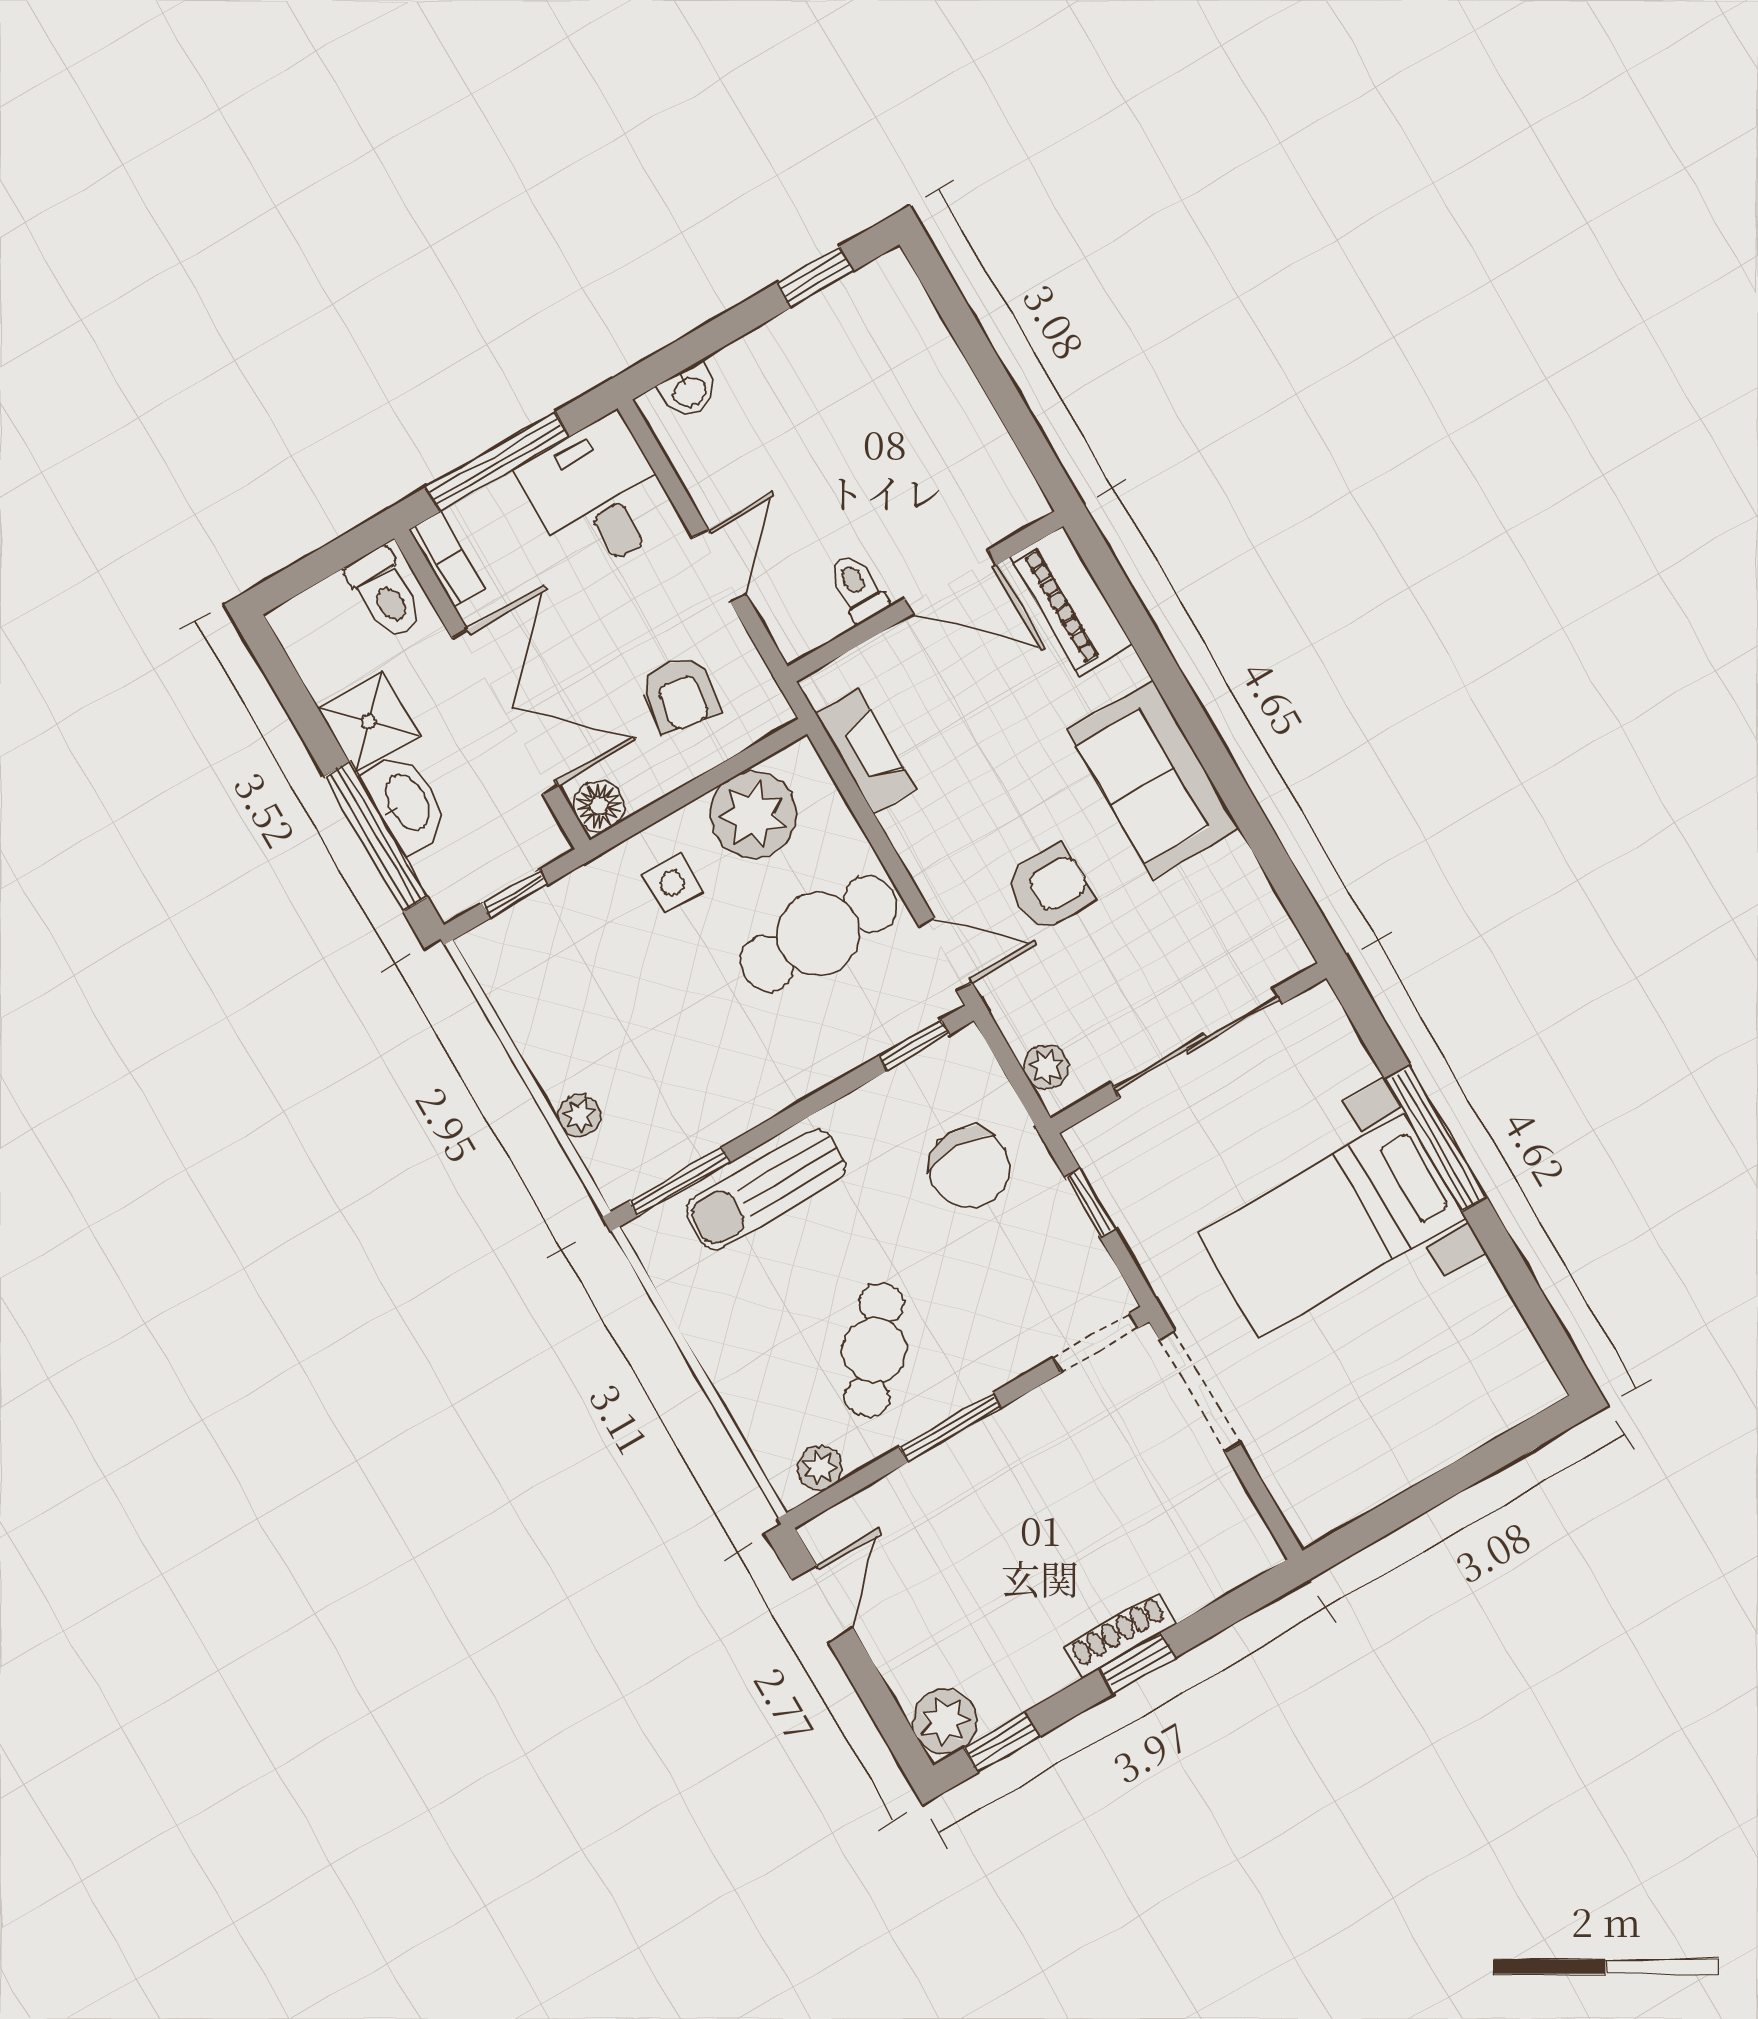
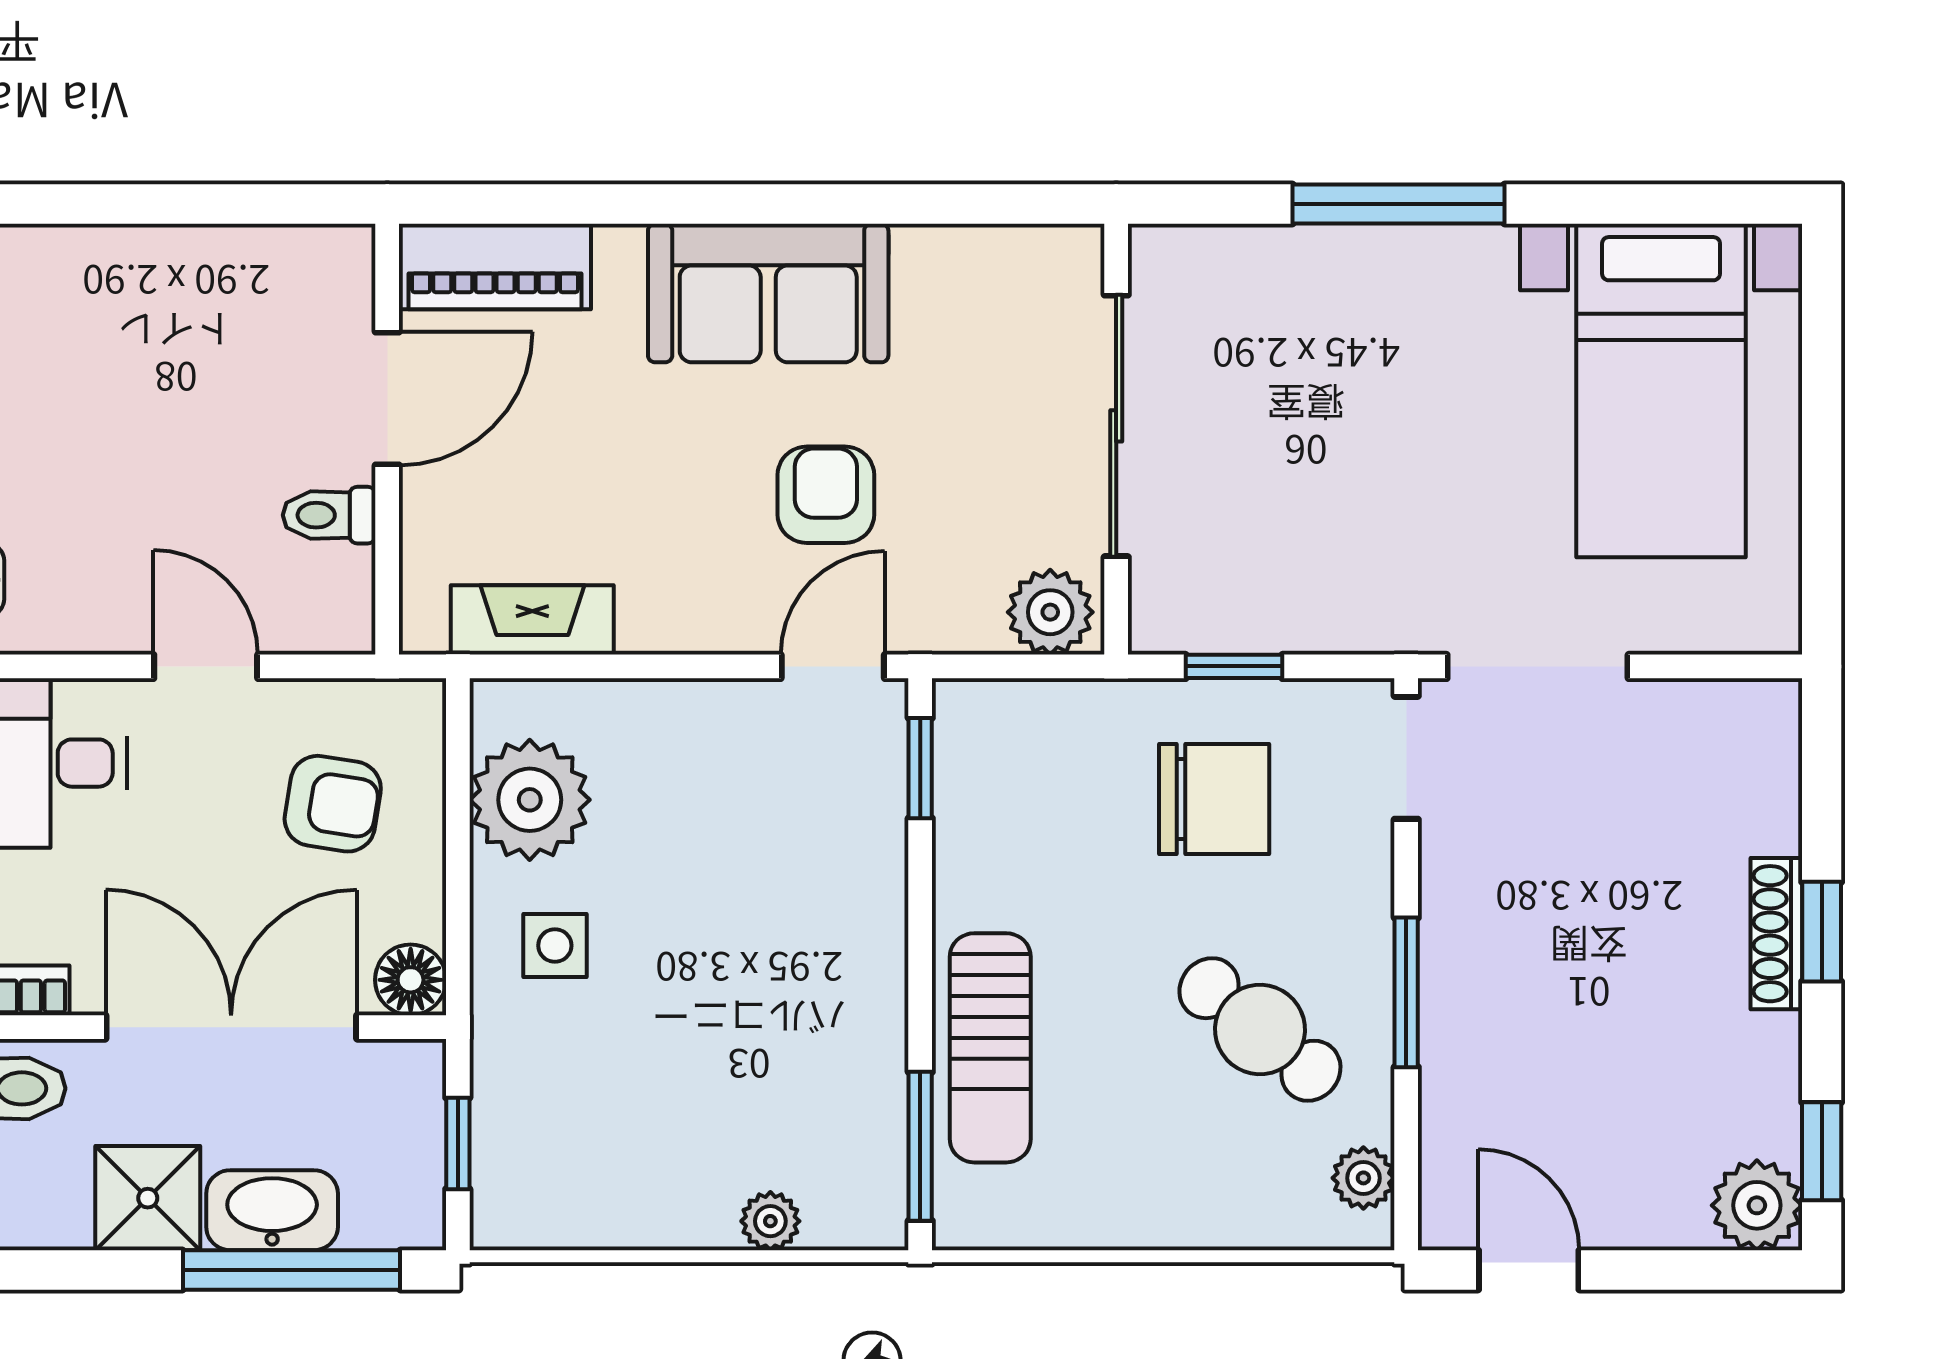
cafe table: (819, 934) -> (719, 804), removed
plant: (1046, 1067) -> (1050, 612), width x1.38, depth x1.38
chair: (969, 1168) -> (1214, 799), moved
bed with nightstands: (1332, 1225) -> (1661, 390), moved

